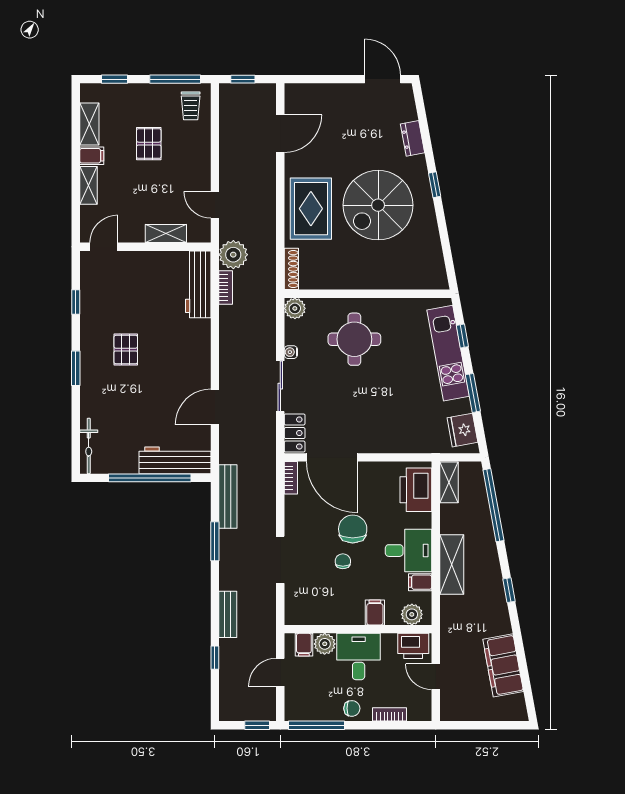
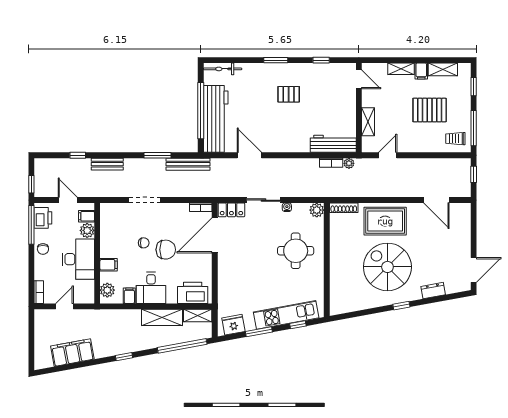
pallet: (149, 144) -> (430, 110), width x1.50, depth x1.42
plant: (233, 255) -> (349, 163), width x0.53, depth x0.53
workbench: (175, 460) -> (216, 119), width x1.36, depth x1.32
shelving: (452, 564) -> (162, 317), moved
printer: (413, 646) -> (43, 218), moved, turned 180
desk: (359, 657) -> (78, 259), width x1.37
bookcase: (389, 714) -> (39, 292), moved

